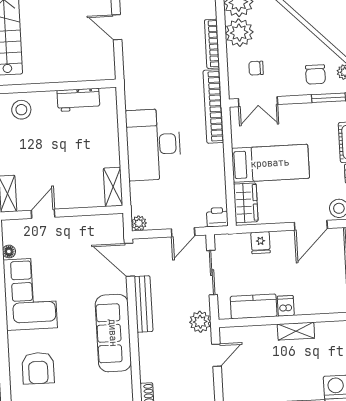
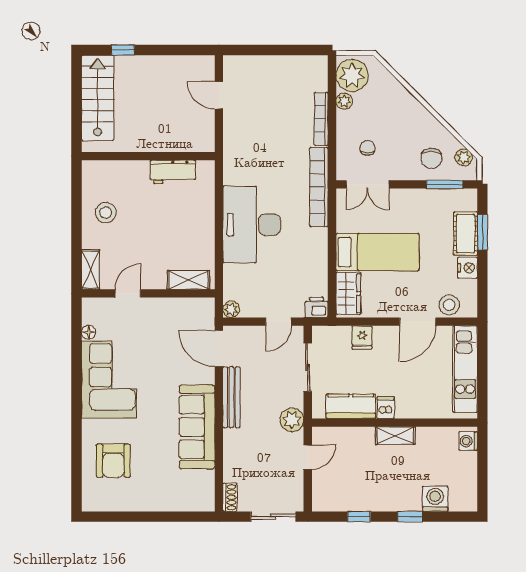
plant: (239, 33) -> (344, 101), width x0.53, depth x0.53
chair: (256, 68) -> (367, 148), turned 90
stool: (21, 110) -> (106, 213), moved
shelving: (113, 187) -> (188, 280), moved, turned 90

